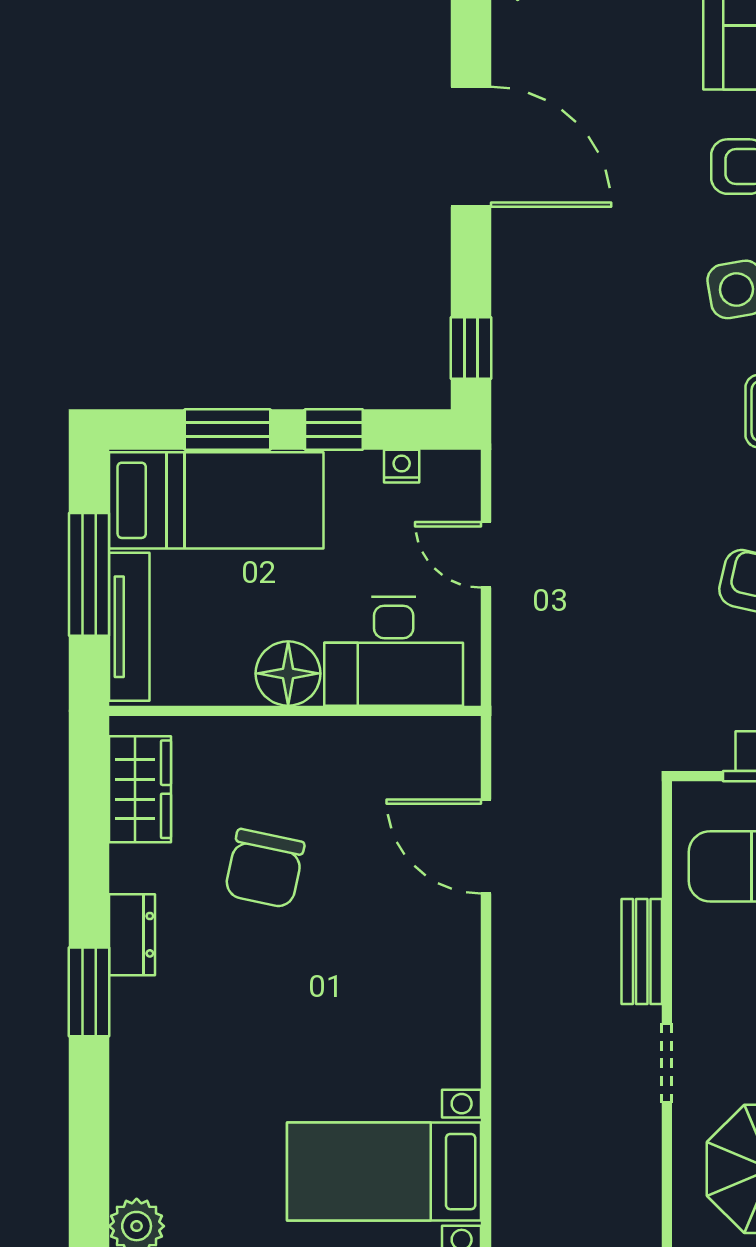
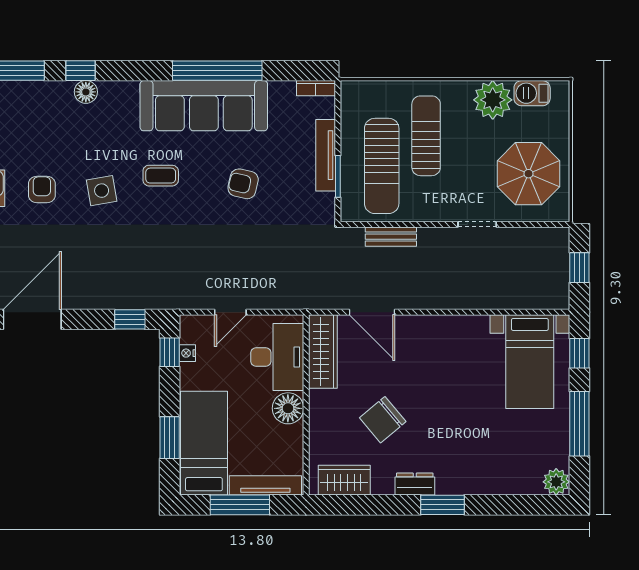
window: (334, 429) -> (170, 352), moved
wardrobe: (405, 745) -> (323, 352), added
door: (486, 846) -> (372, 312), hinge flipped
chair: (264, 869) -> (383, 420), turned 128
bench: (642, 951) -> (391, 237), moved

